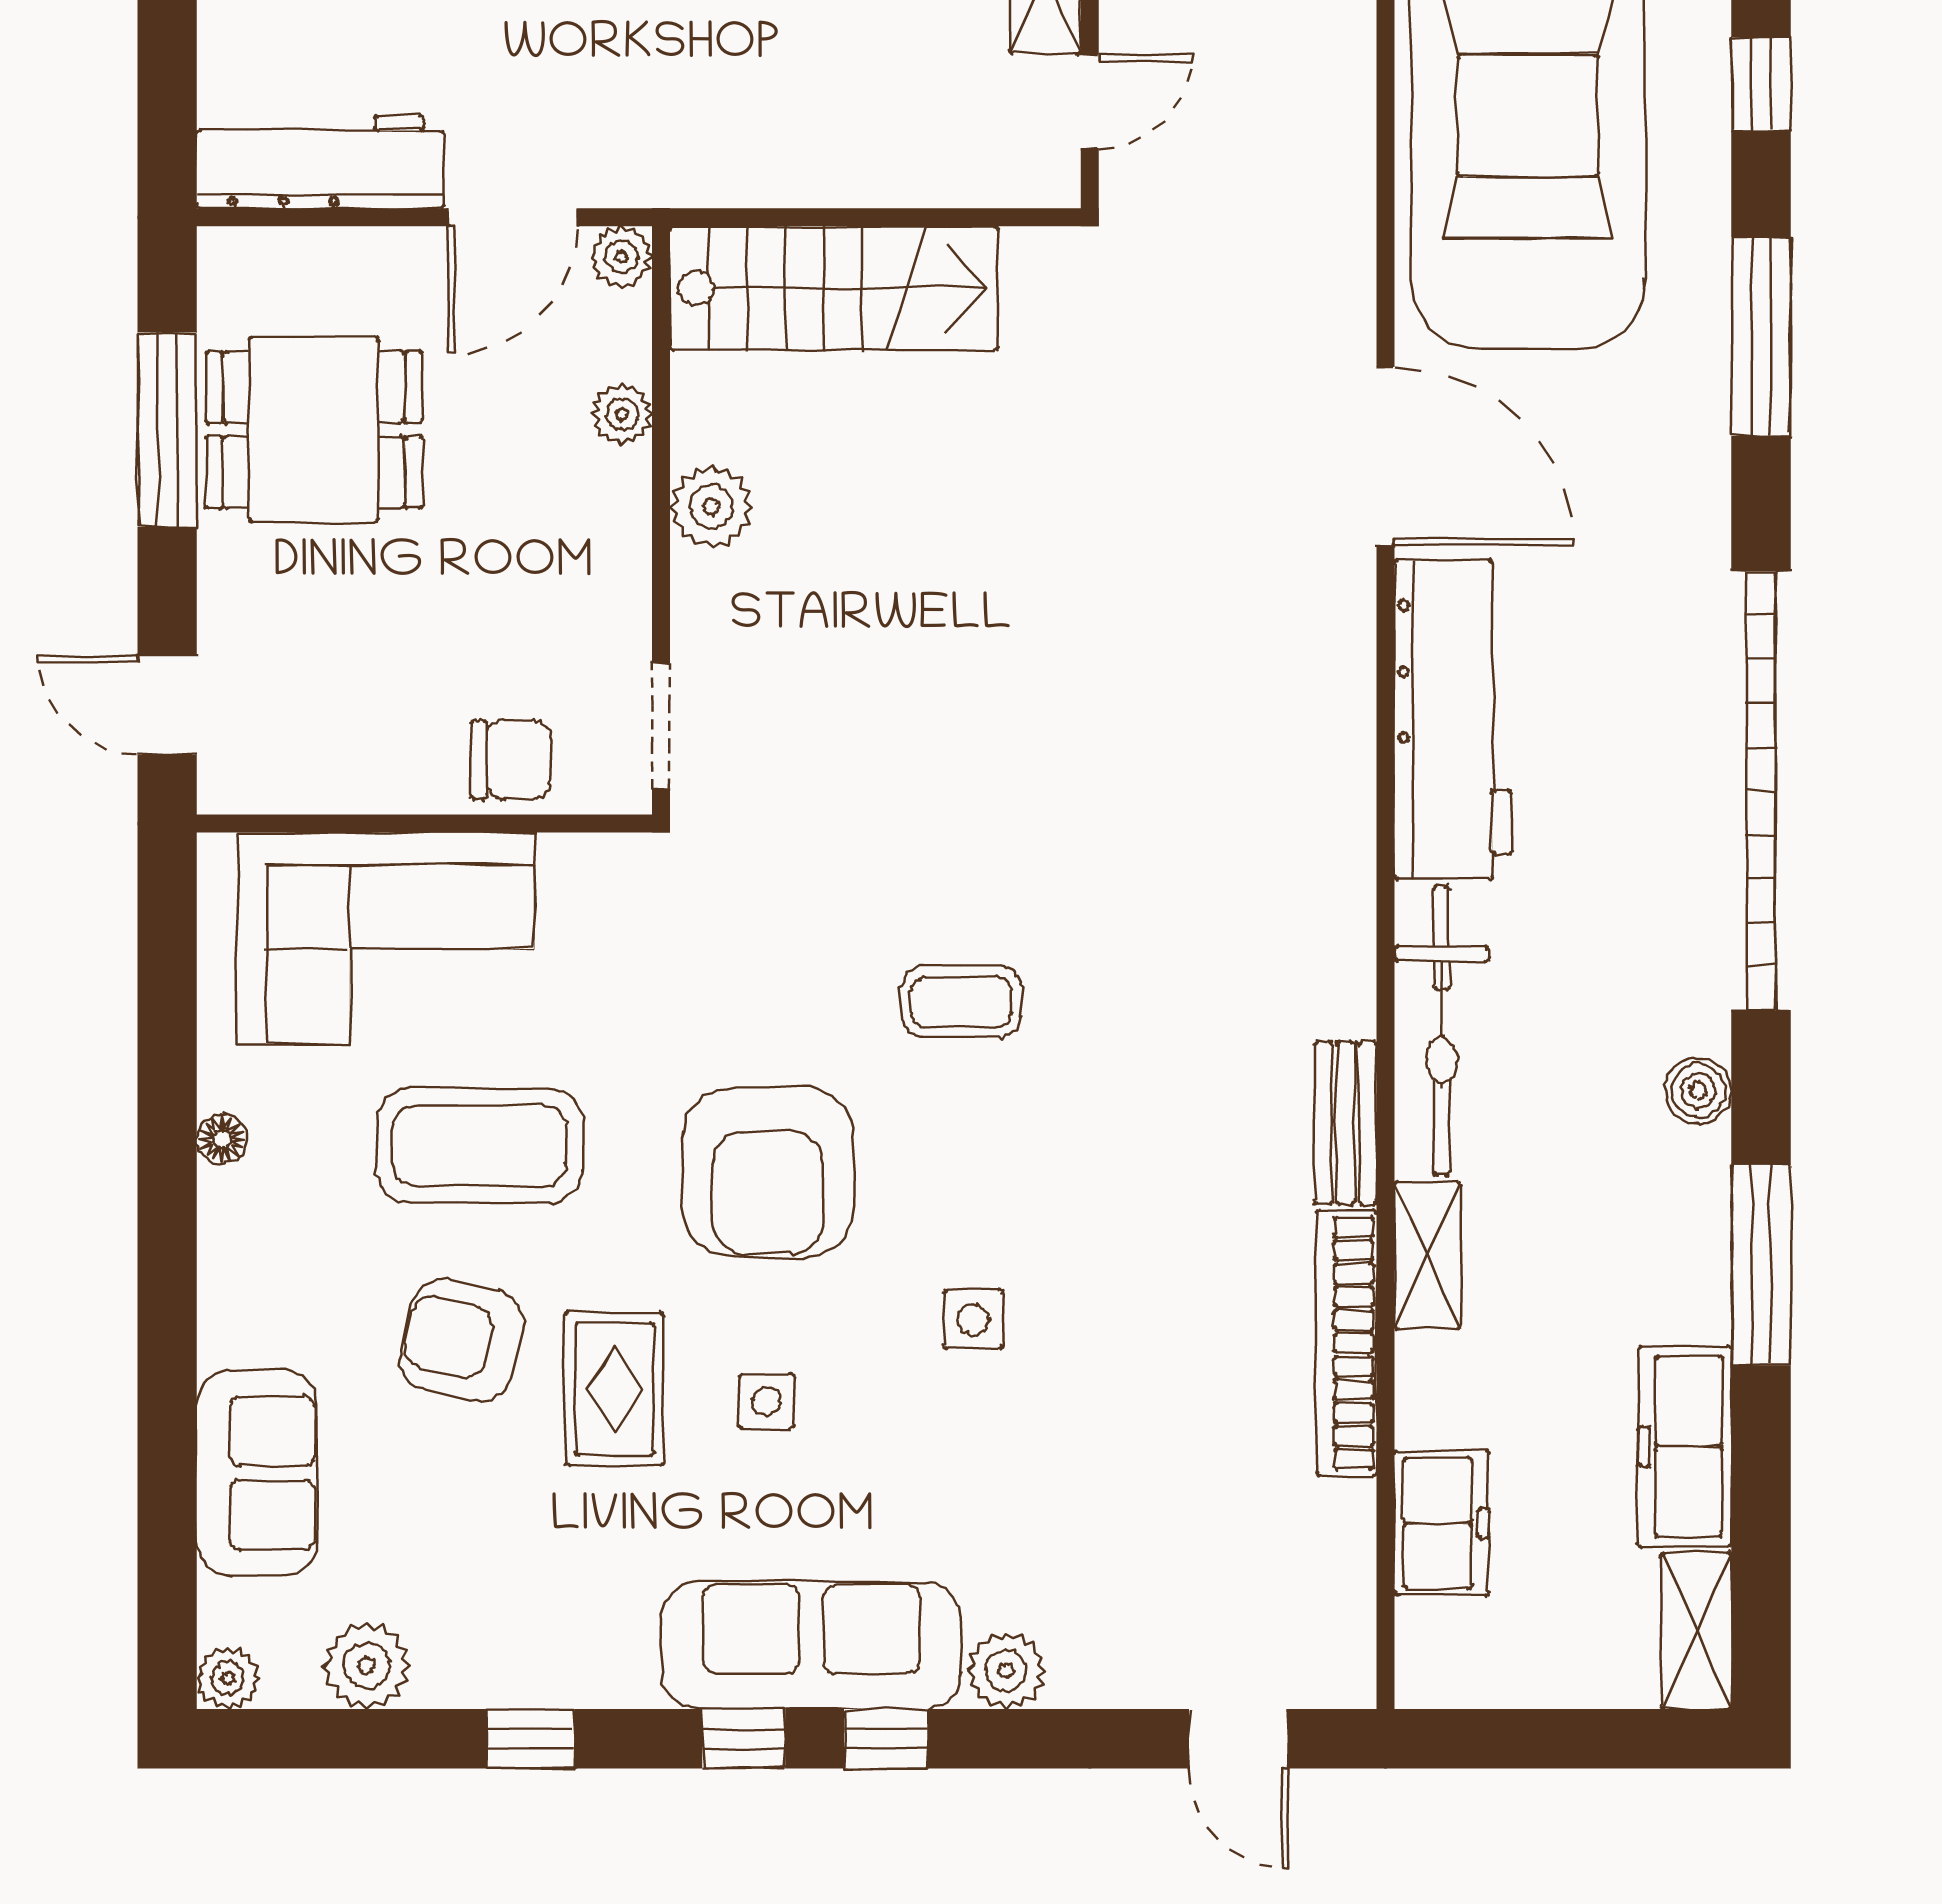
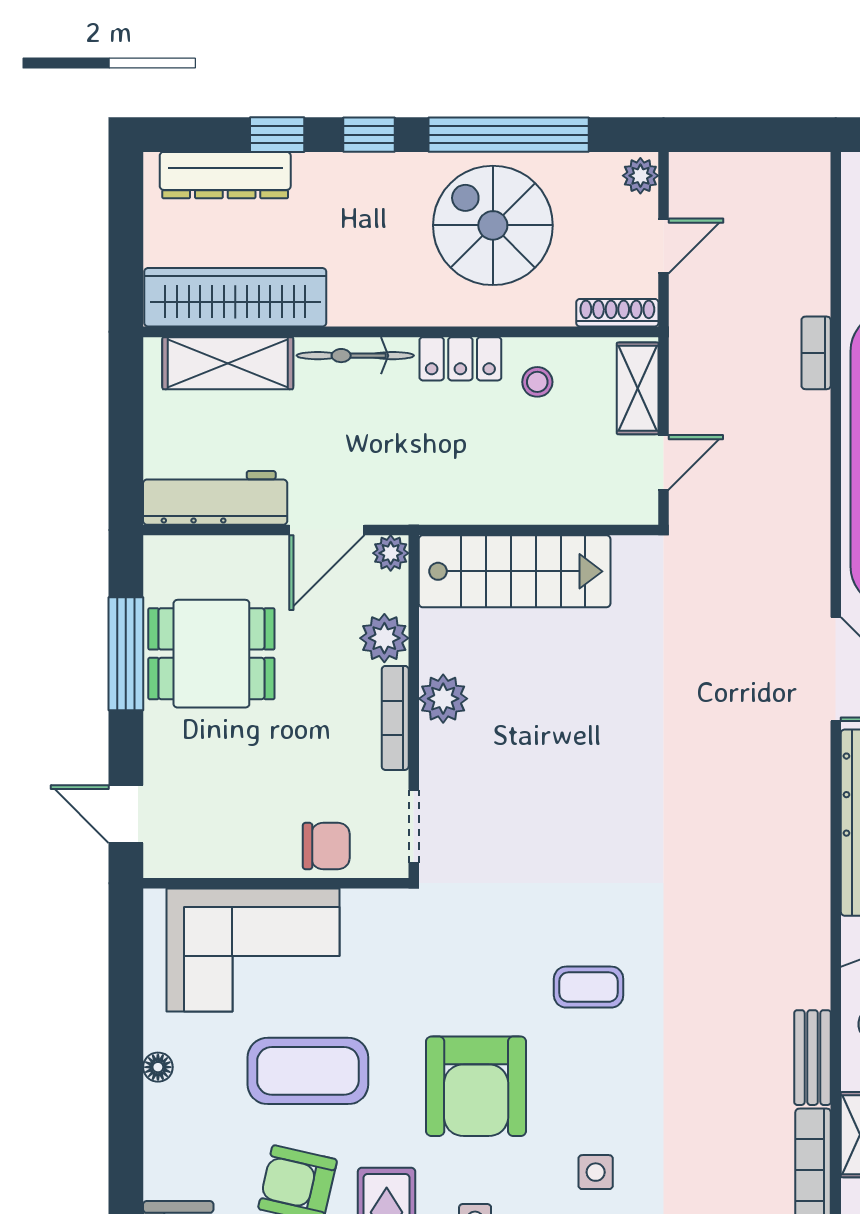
plant: (622, 414) -> (384, 638), width x1.38, depth x1.38
bookcase: (629, 540) -> (395, 718), added

